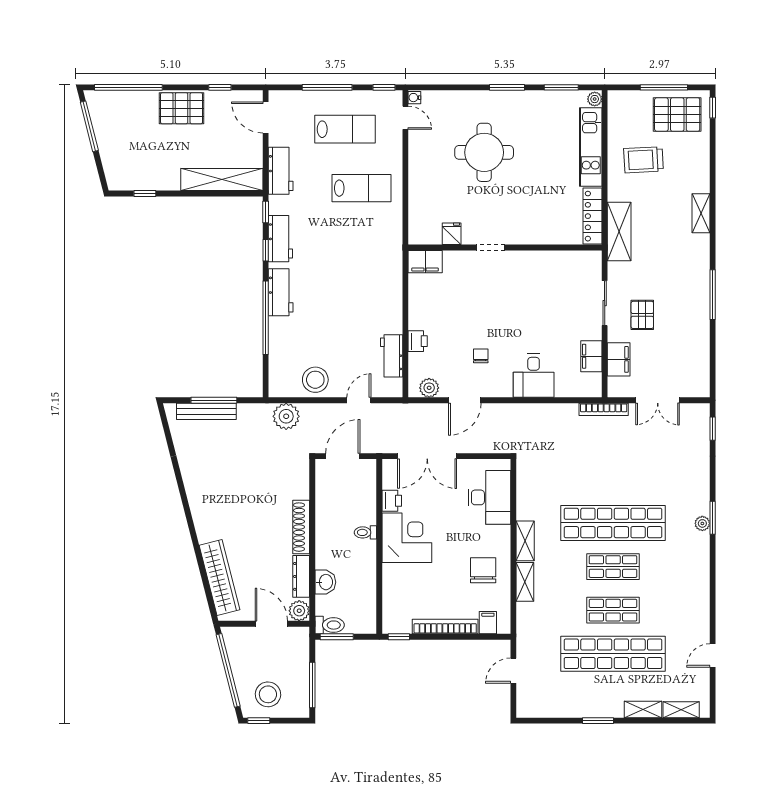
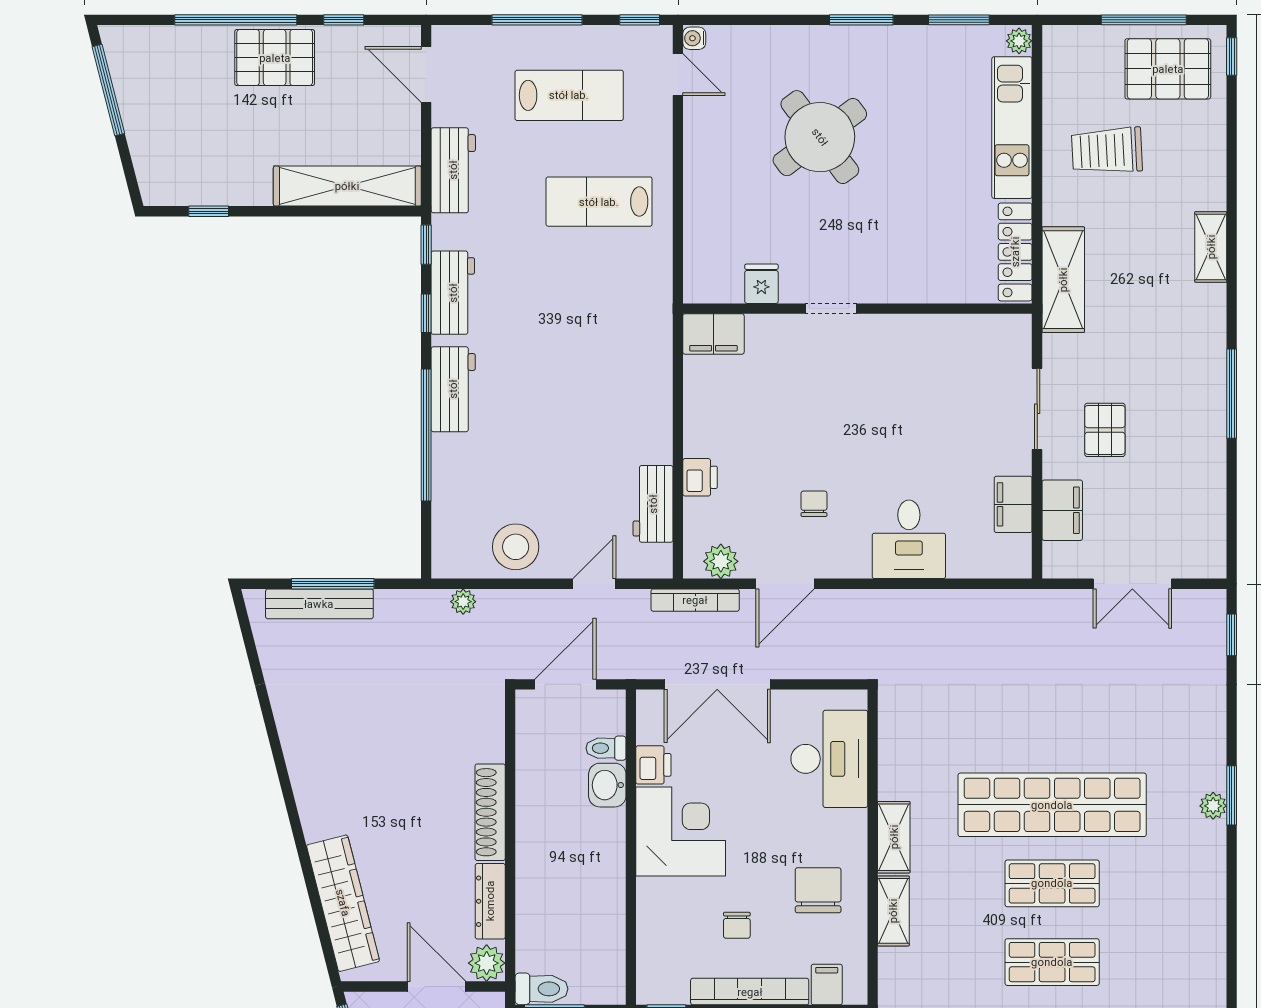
window: (128, 87) -> (236, 20), moved
round table: (484, 152) -> (820, 137), turned -37
lab bench: (362, 188) -> (599, 202), turned 180
bookcase: (604, 409) -> (695, 600), moved
plant: (286, 416) -> (463, 602), width x0.53, depth x0.53
toilet: (365, 532) -> (606, 748), moved
washbasin: (325, 582) -> (607, 785), moved, turned 180
chair: (438, 590) -> (737, 925), added

